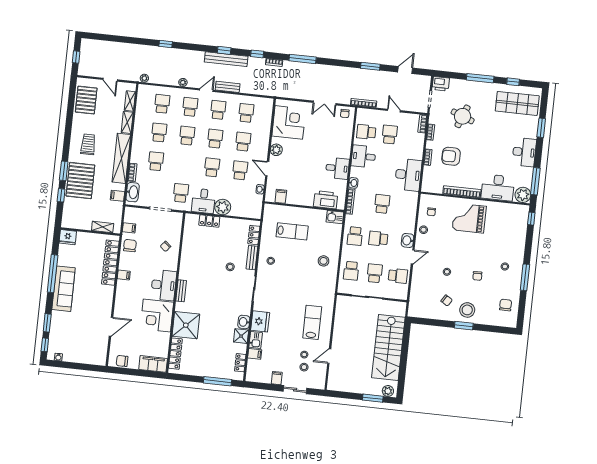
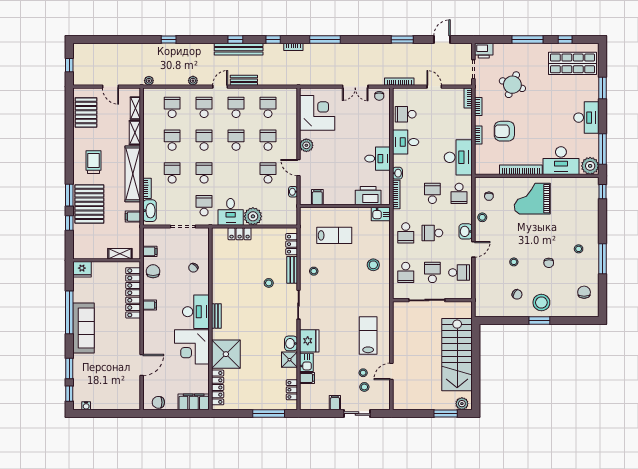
school desk: (390, 135) -> (459, 193), moved, turned 180
school desk: (212, 167) -> (204, 173), moved

